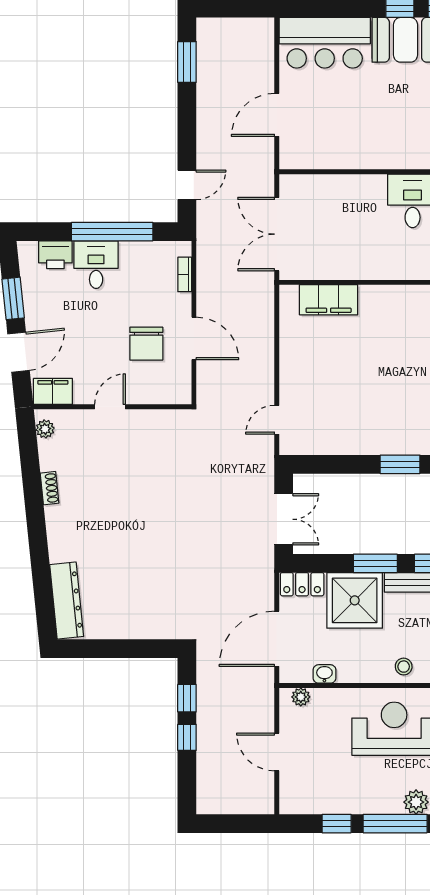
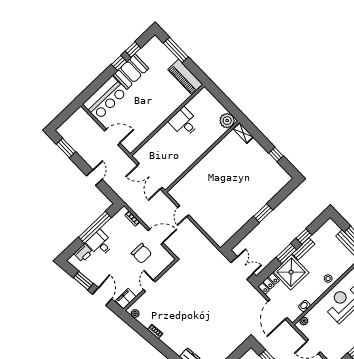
door: (277, 115) -> (112, 137), swing flipped
door: (187, 185) -> (94, 178), moved
filing cabinet: (329, 300) -> (188, 181), removed
door: (277, 420) -> (183, 211), moved

